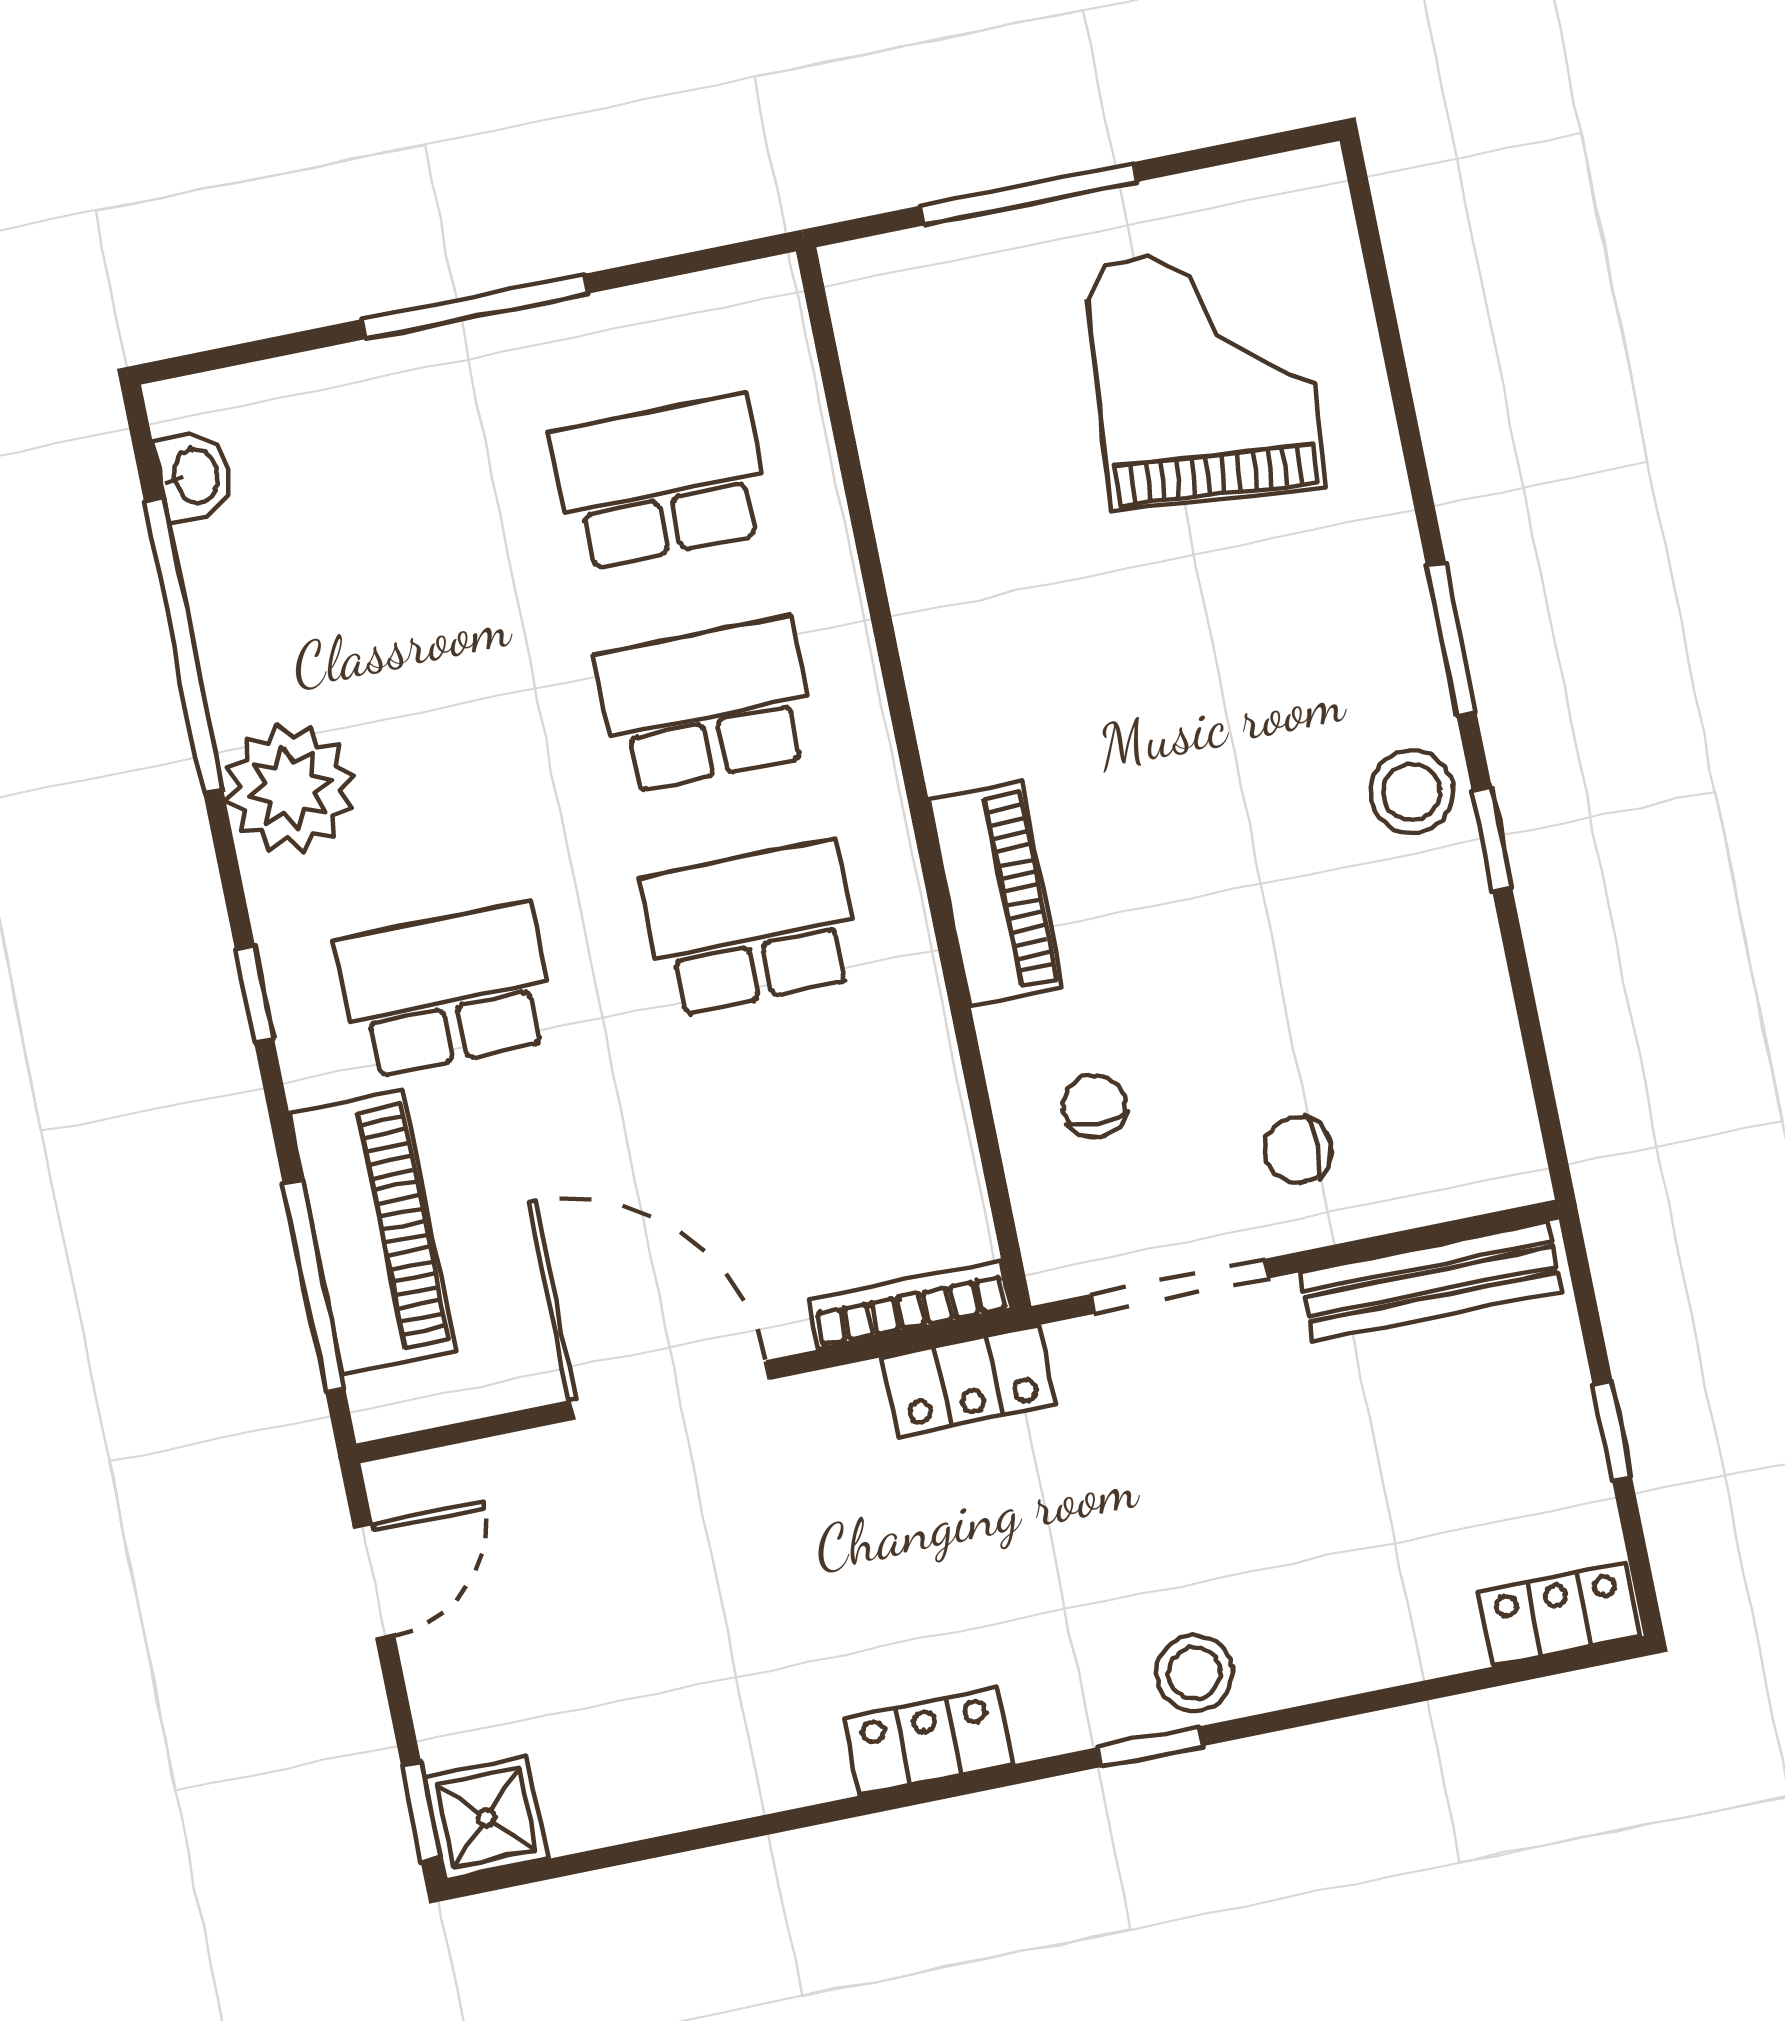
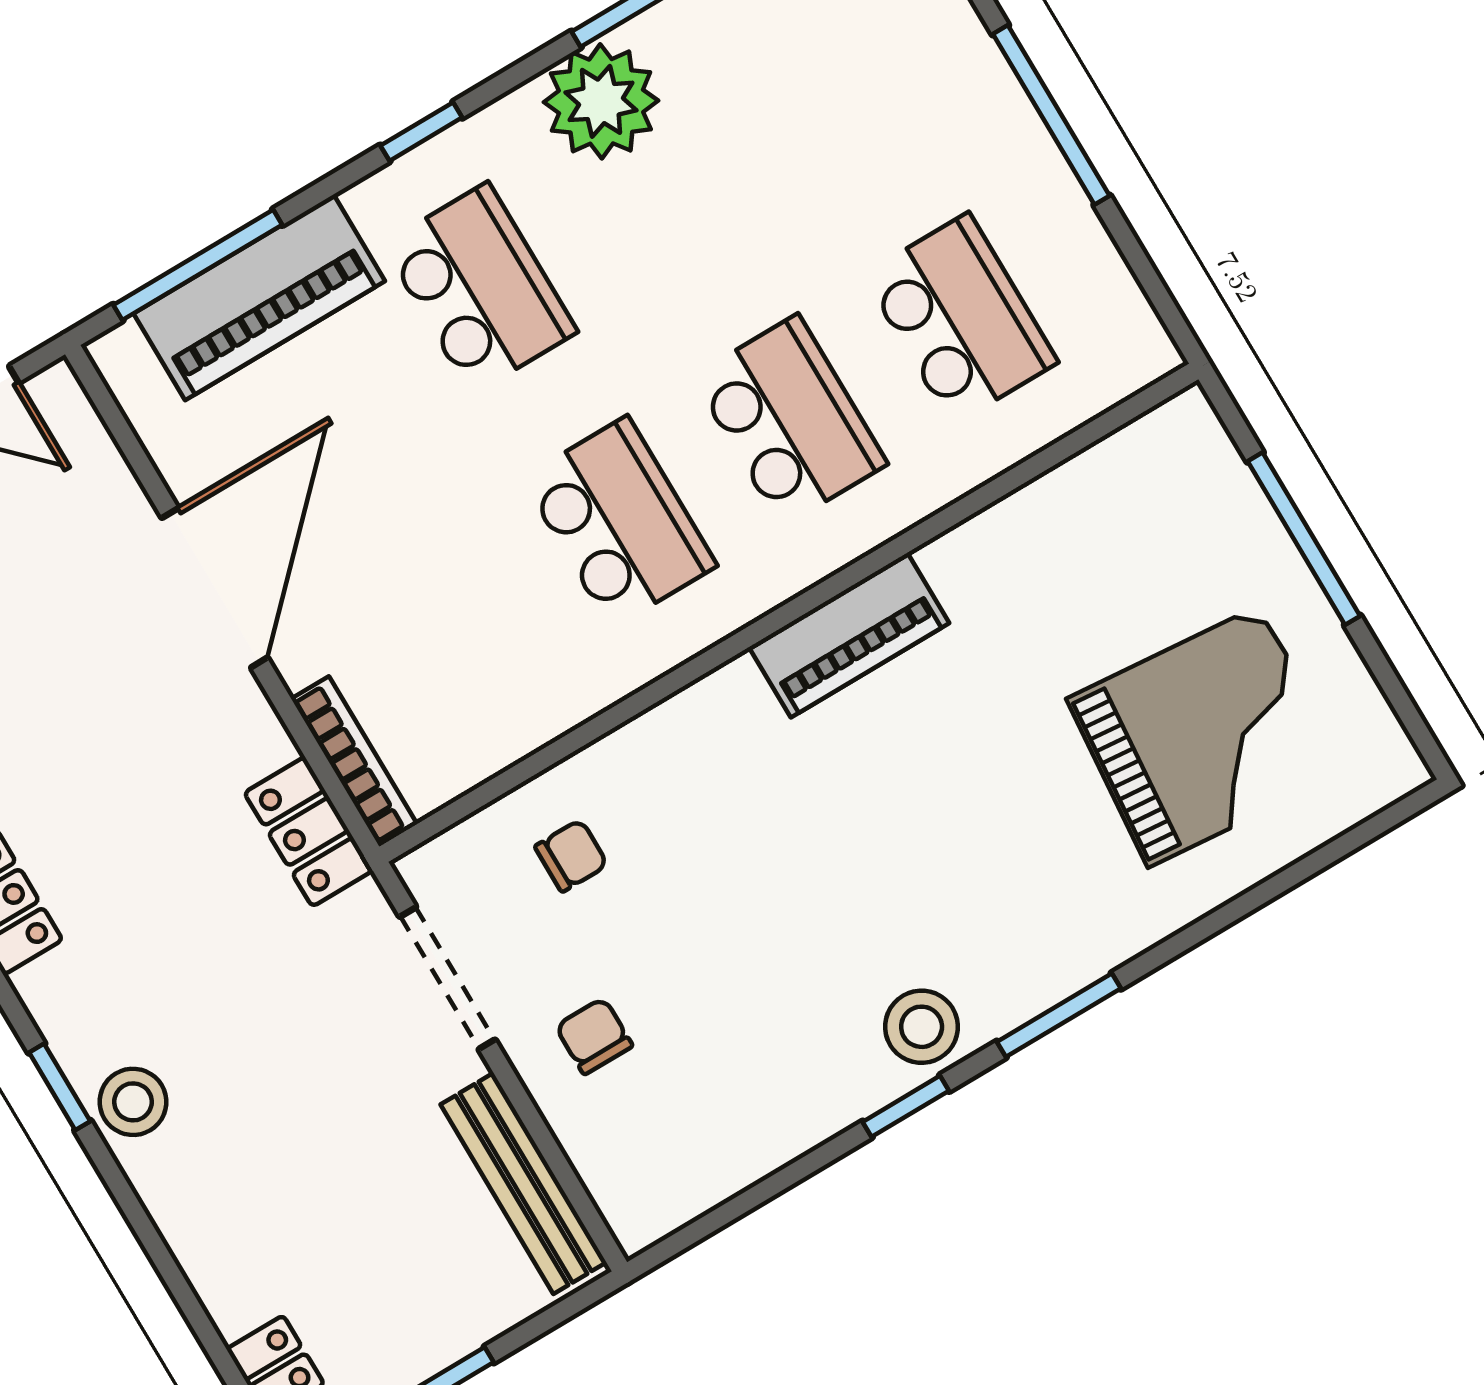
piano: (996, 894) -> (849, 635), moved

